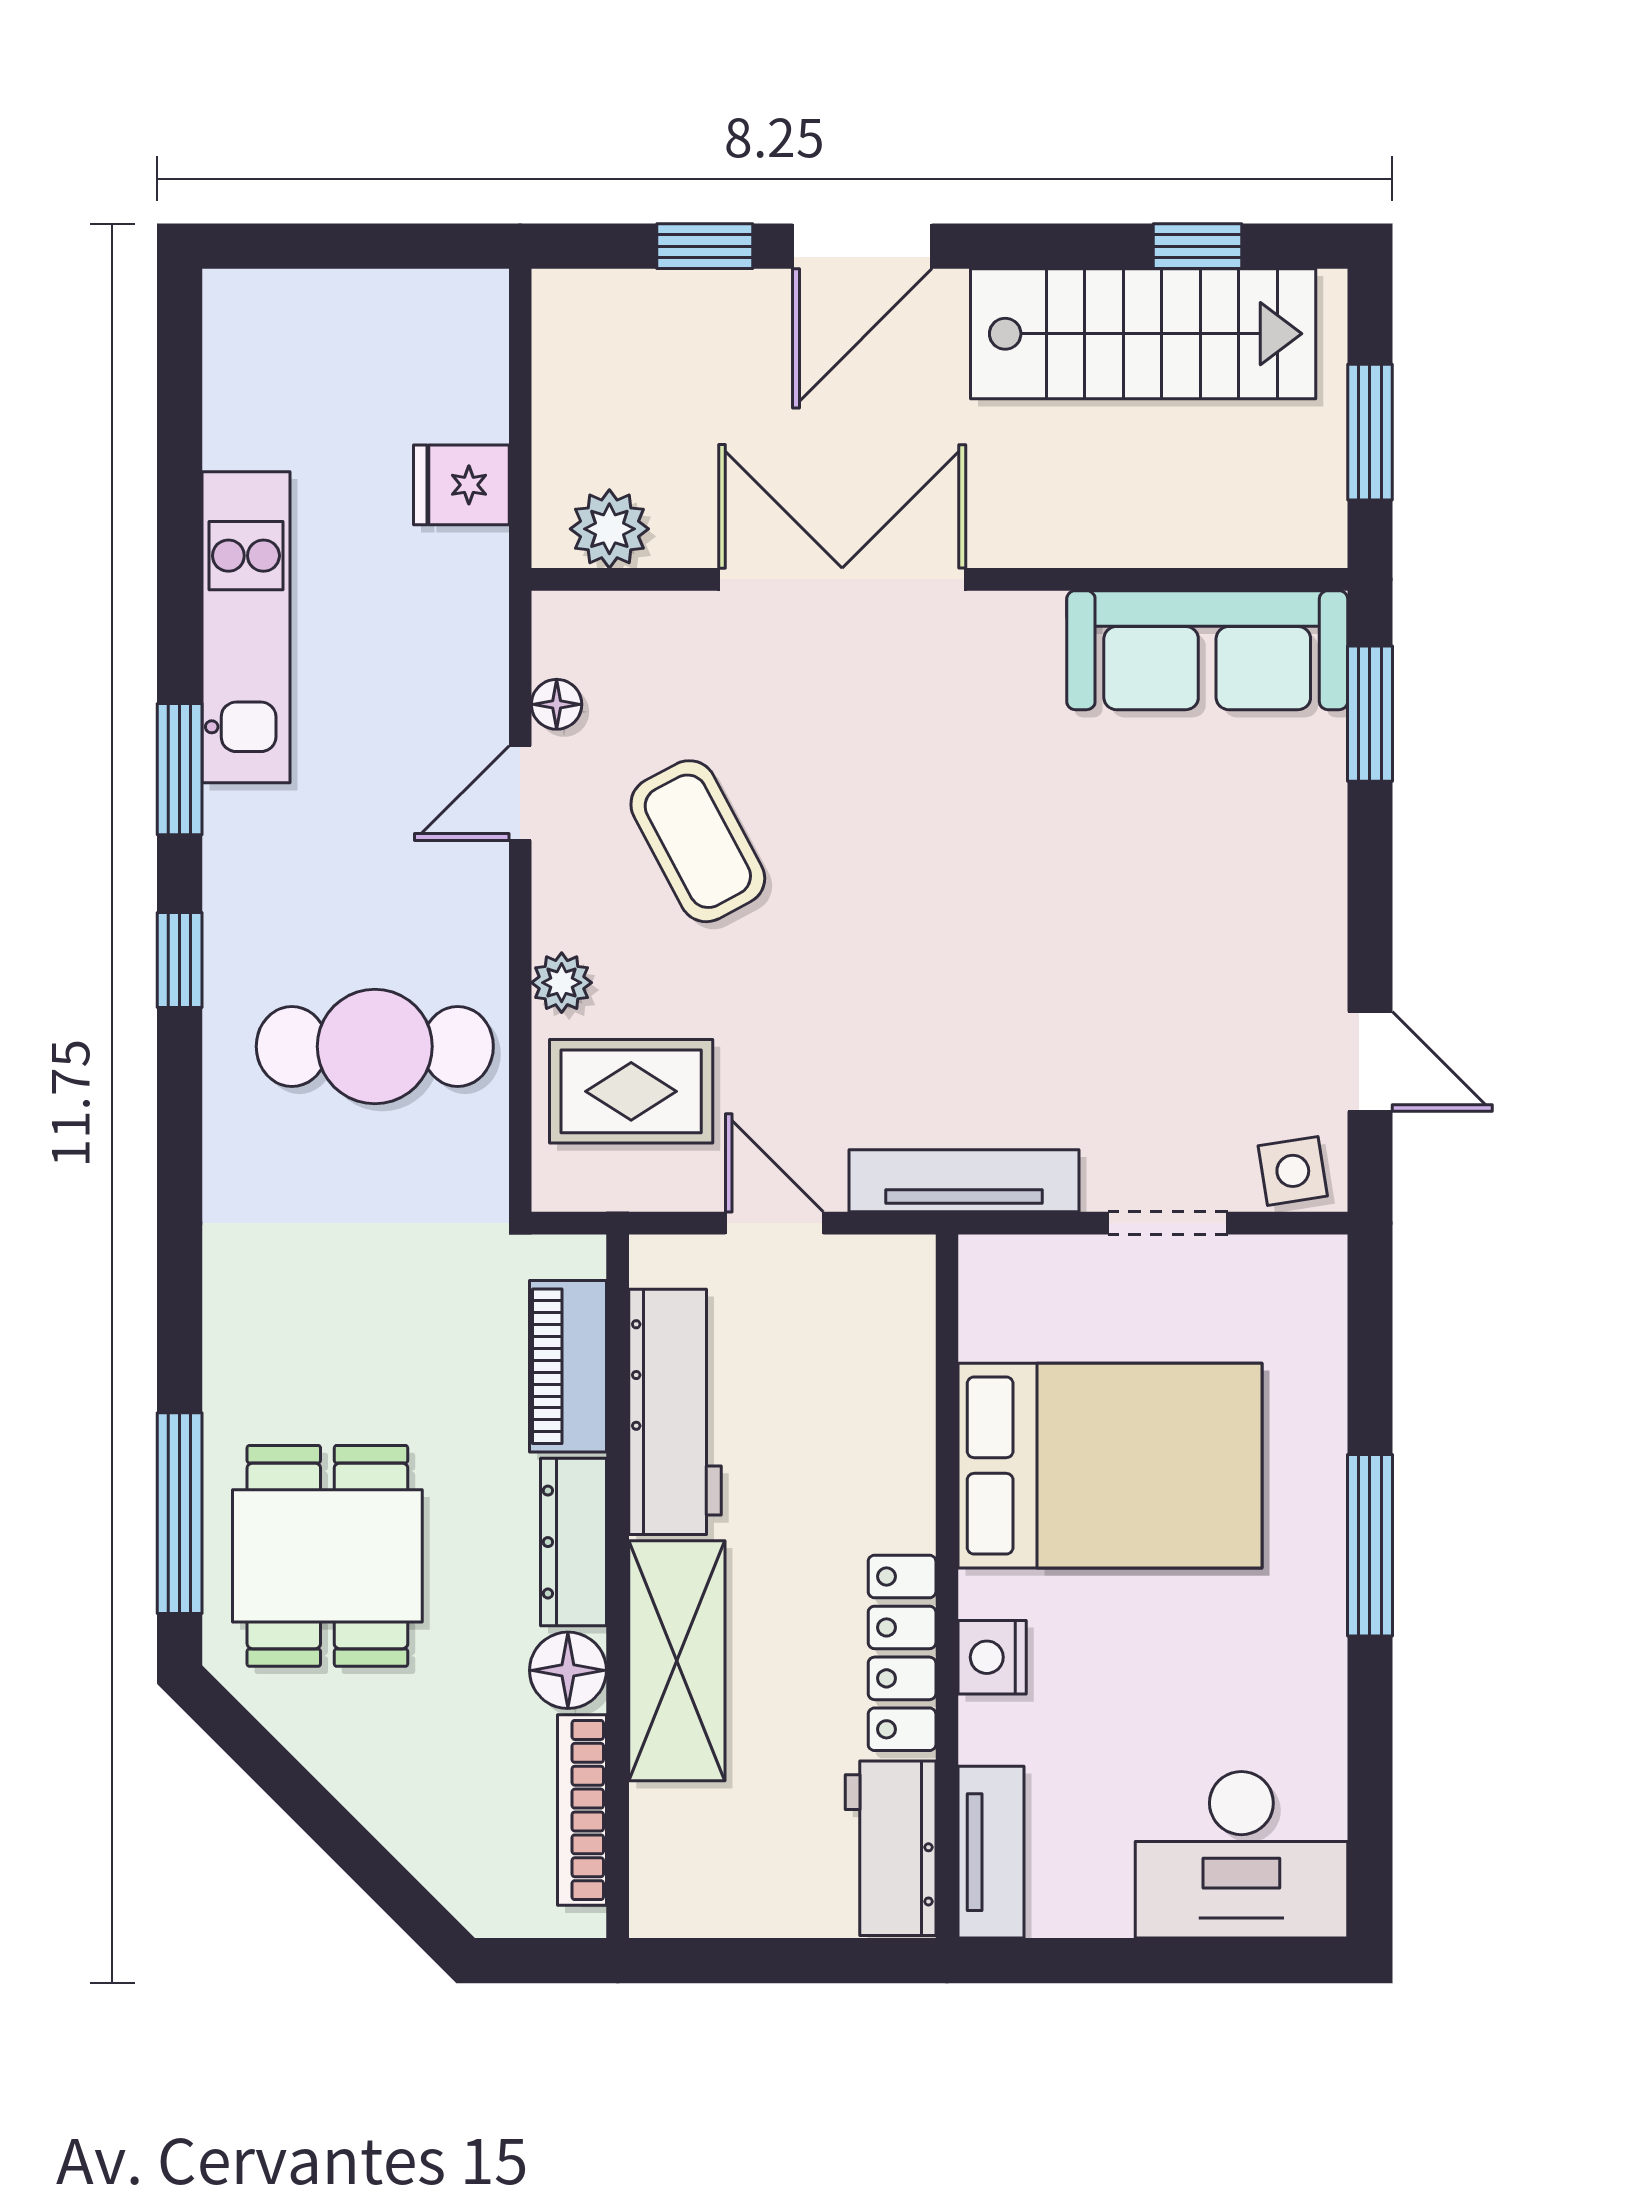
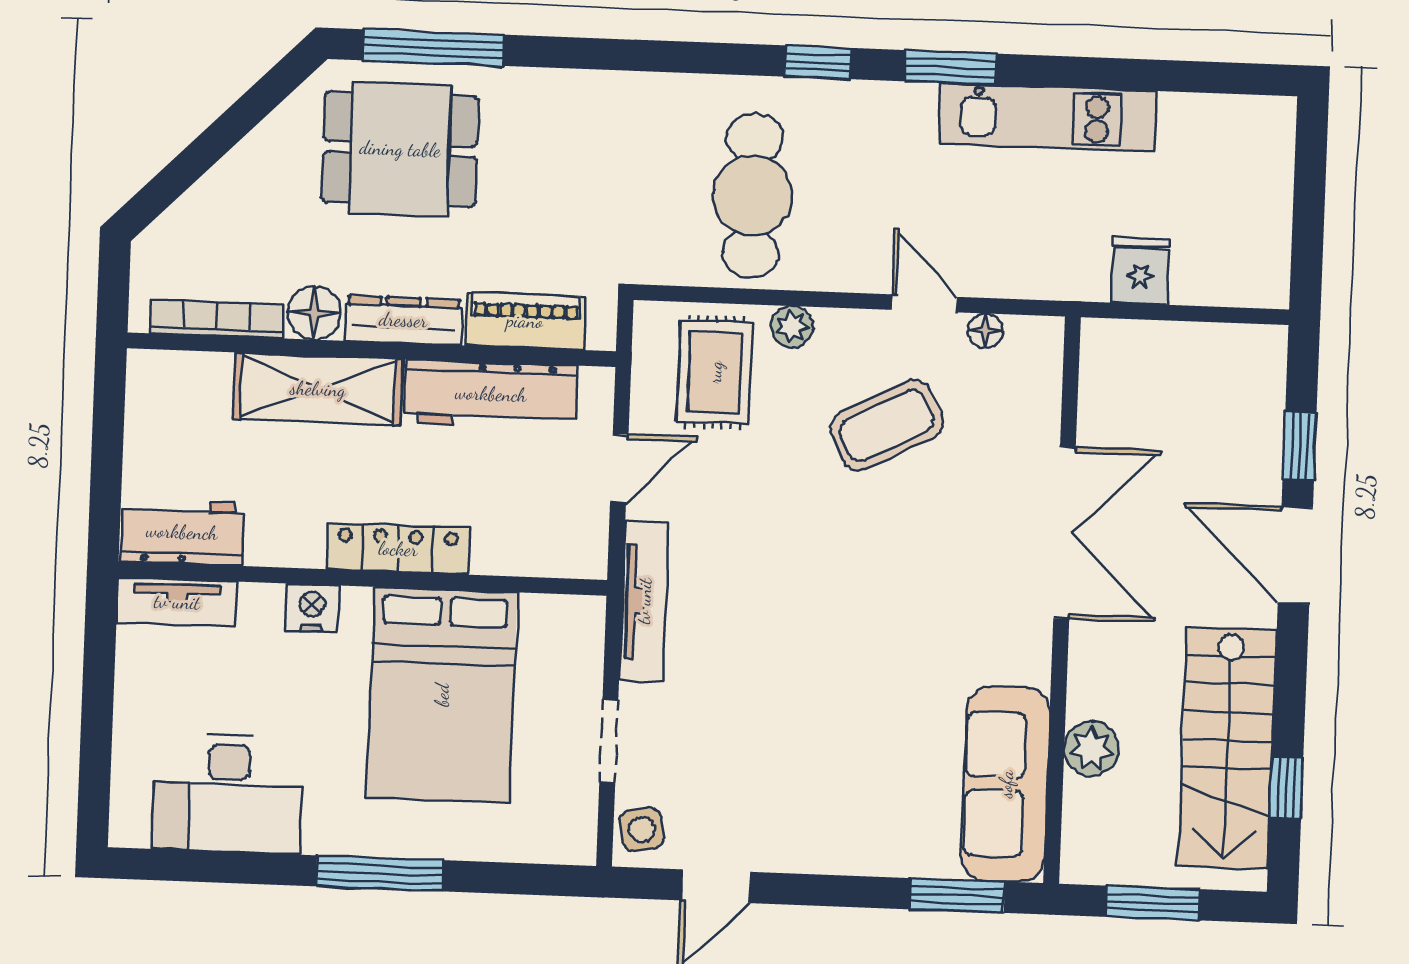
plant: (609, 529) -> (1091, 748), moved
locker: (902, 1653) -> (398, 549), moved
desk: (1241, 1855) -> (228, 794), moved, turned -90

